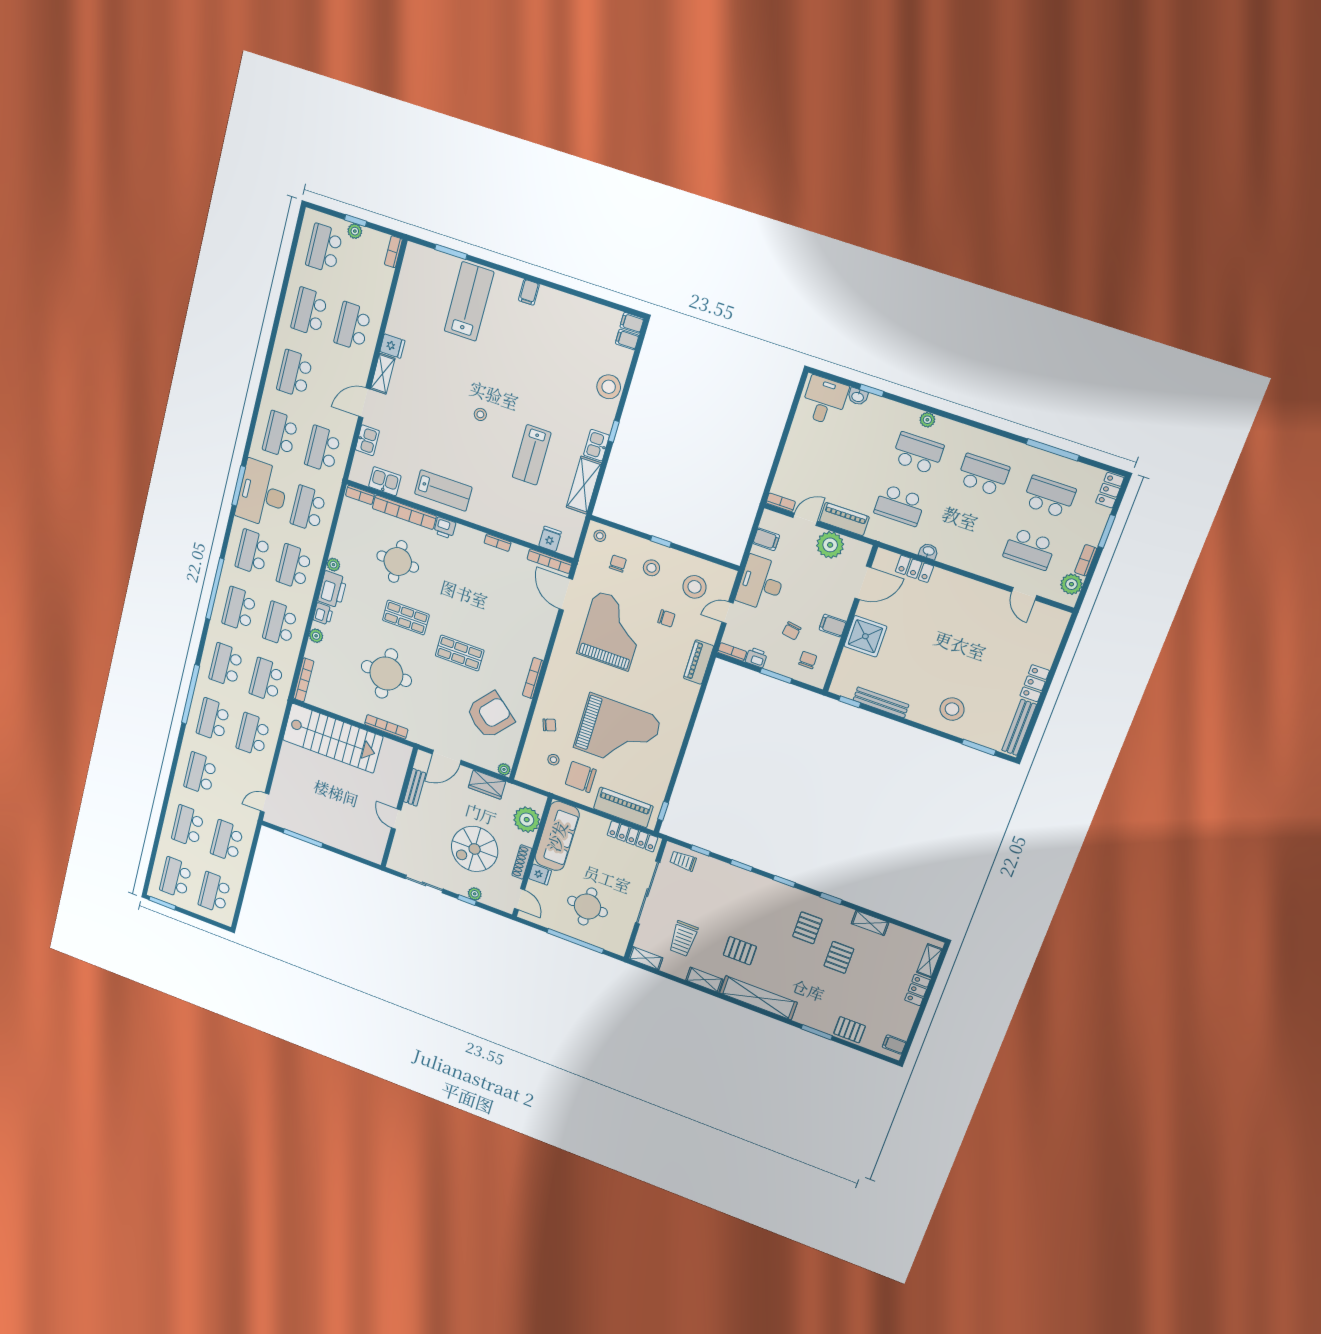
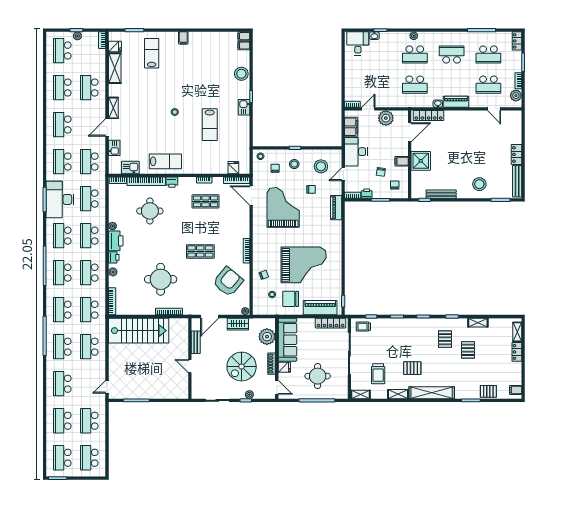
lab bench: (469, 301) -> (152, 53), width x0.73, depth x0.72
fridge: (392, 346) -> (115, 46), moved
school desk: (918, 453) -> (415, 55), turned 180
shelving: (584, 485) -> (115, 68), moved
school desk: (1049, 497) -> (488, 55), turned 180
piano: (844, 519) -> (456, 102), moved
filing cabinet: (766, 539) -> (351, 127), width x2.00
locker: (914, 569) -> (429, 115), width x1.53
shop shelf: (406, 617) -> (206, 201), moved

